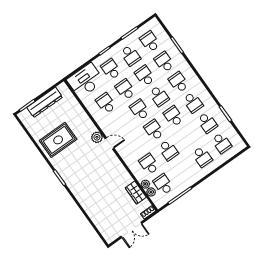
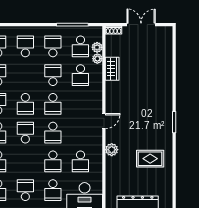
school desk: (145, 76) -> (53, 46), moved, turned 180
plant: (97, 137) -> (112, 150), moved
rug: (58, 140) -> (150, 159), width x0.73, depth x0.70
door: (110, 143) -> (104, 121), swing flipped
wardrobe: (136, 193) -> (112, 69), moved

